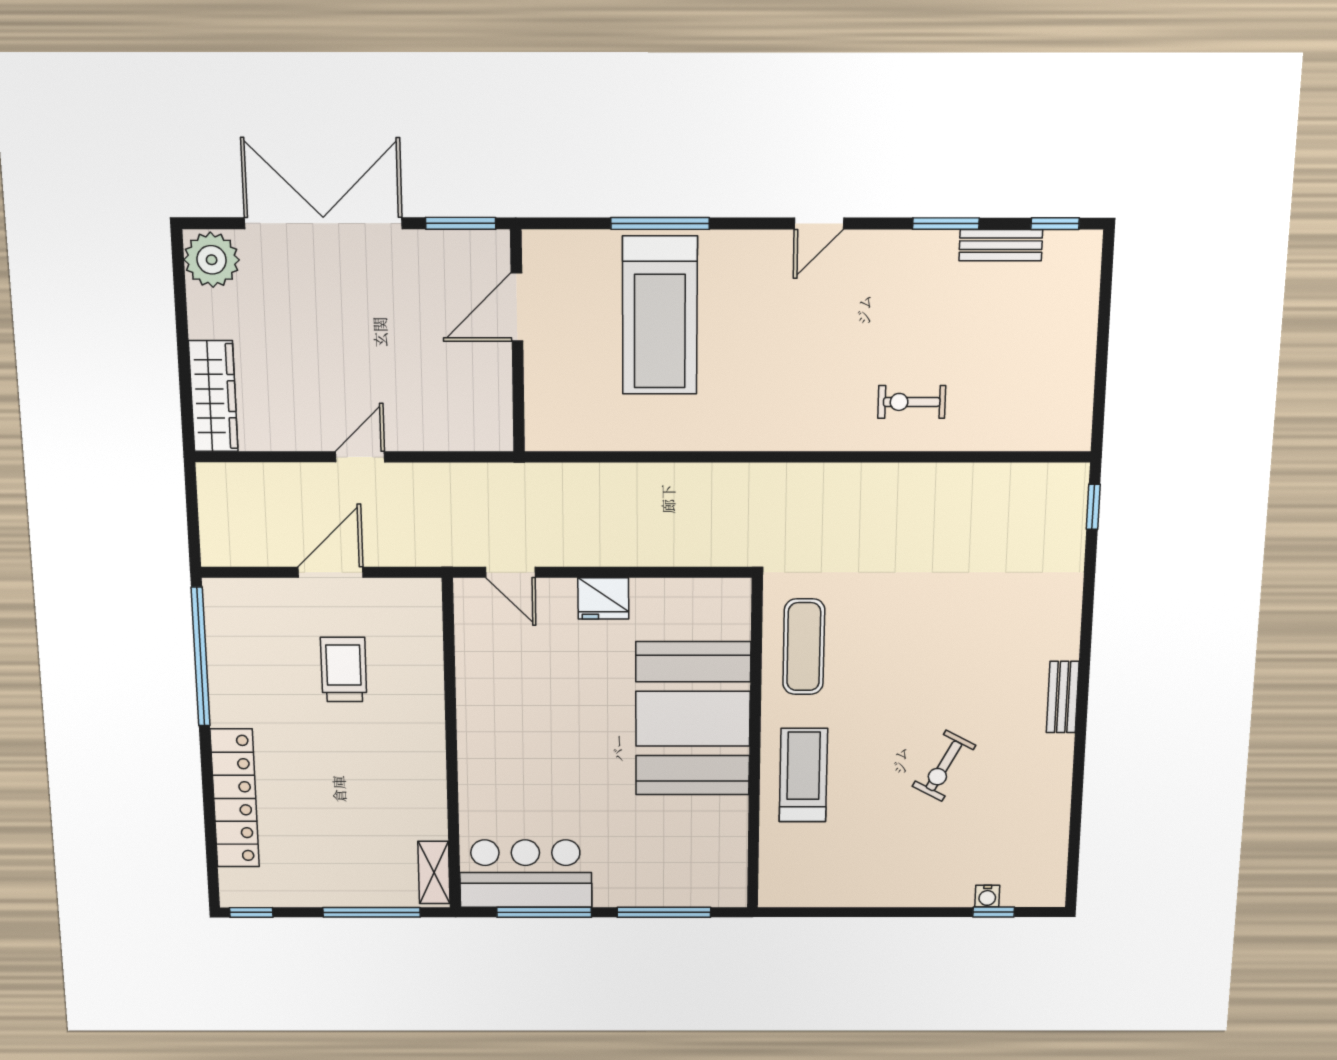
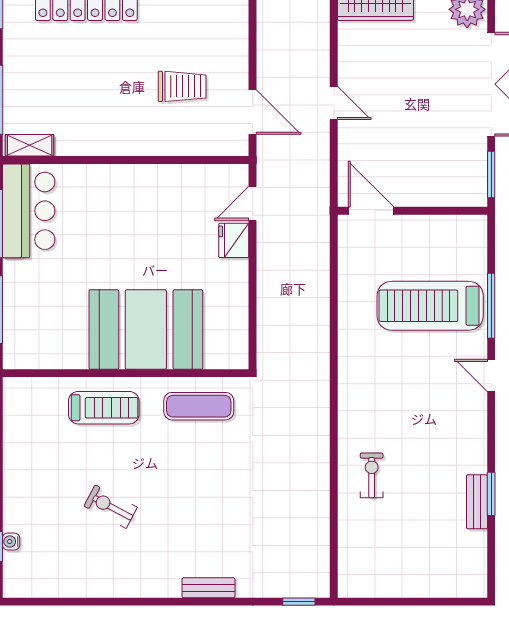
door: (819, 224) -> (491, 375), moved
window: (1055, 224) -> (491, 566), removed
bench: (1001, 245) -> (477, 502), moved
door: (517, 307) -> (371, 211), moved
door: (331, 572) -> (253, 112), moved
fridge: (603, 598) -> (234, 240), moved
bench: (1063, 697) -> (208, 588), moved

